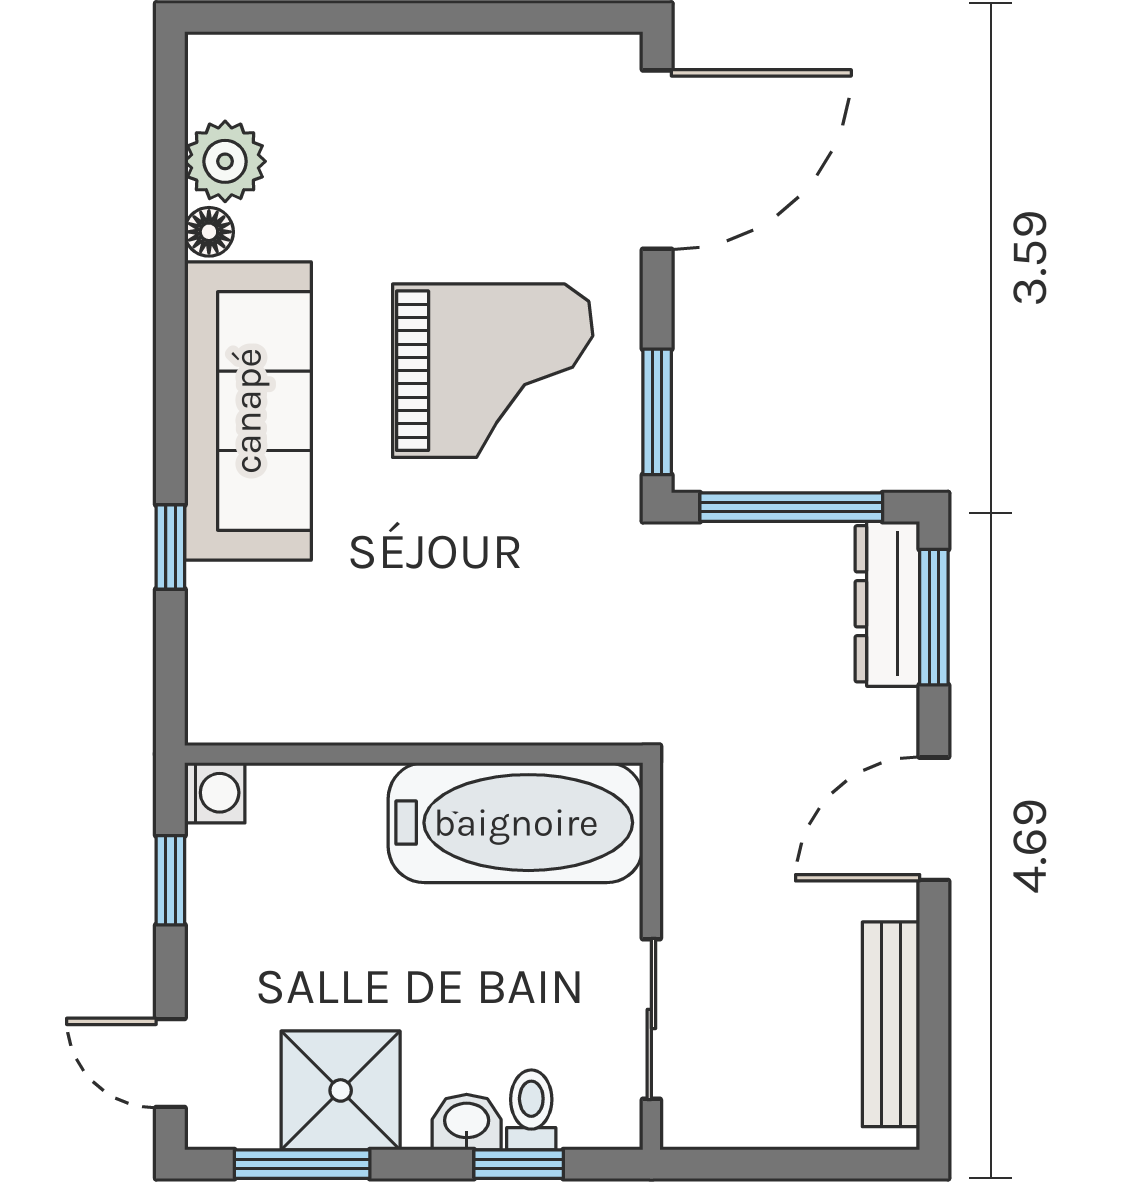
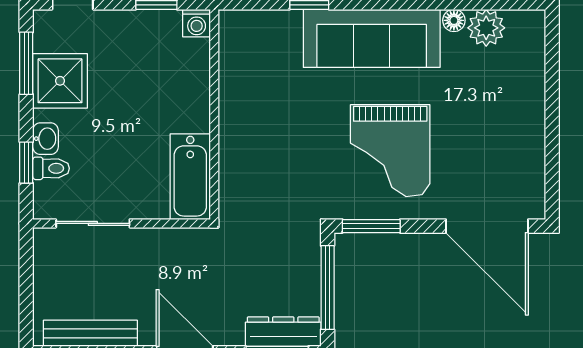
bathtub: (516, 823) -> (190, 177), width x0.73, depth x0.73

